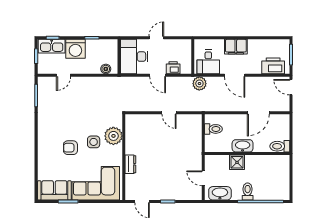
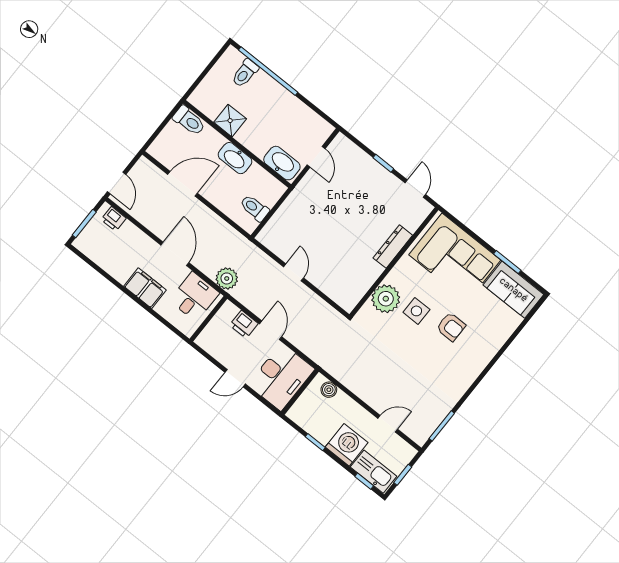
printer: (273, 66) -> (114, 219), width x0.53, depth x0.68
shower: (237, 162) -> (230, 121), moved
dresser: (130, 164) -> (393, 247), width x1.44
toilet: (248, 191) -> (245, 73), moved
washbasin: (220, 193) -> (282, 163), moved, turned 180

